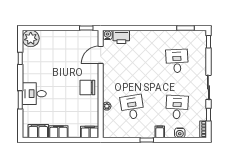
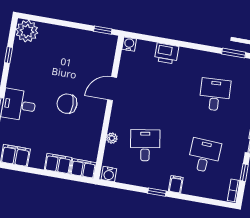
printer: (121, 37) -> (167, 53), moved
door: (101, 55) -> (112, 89), moved
chair: (87, 88) -> (67, 104), moved
filing cabinet: (58, 132) -> (58, 164), moved
water cooler: (180, 133) -> (109, 174), moved

